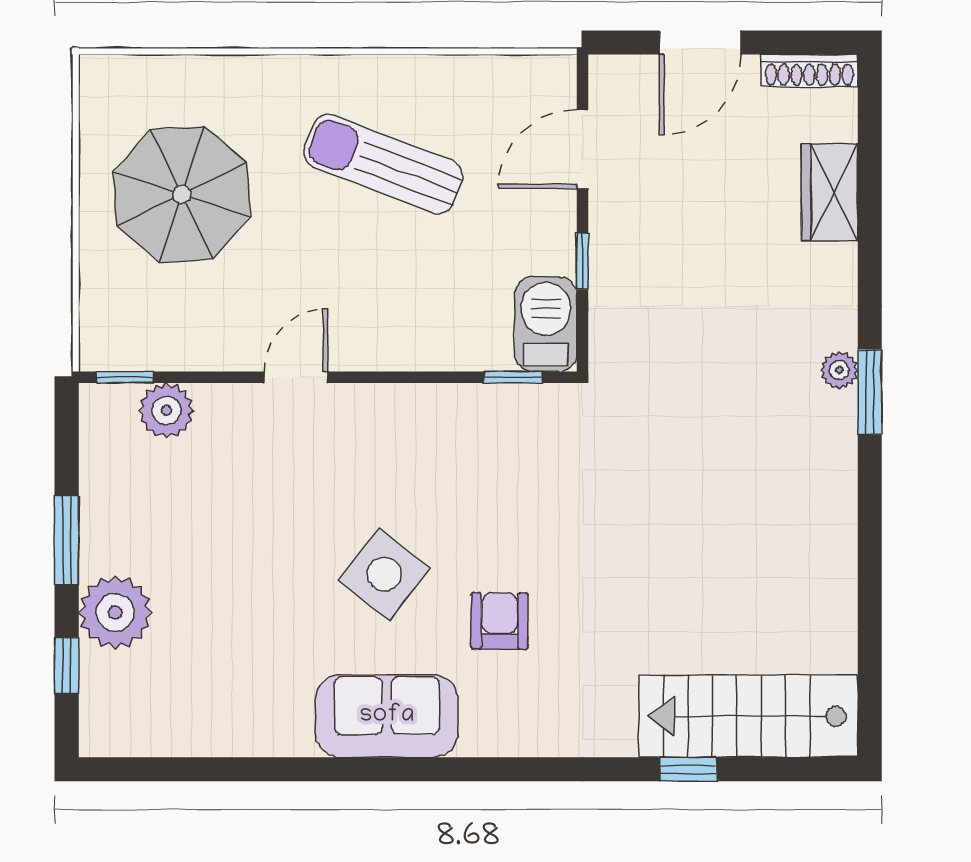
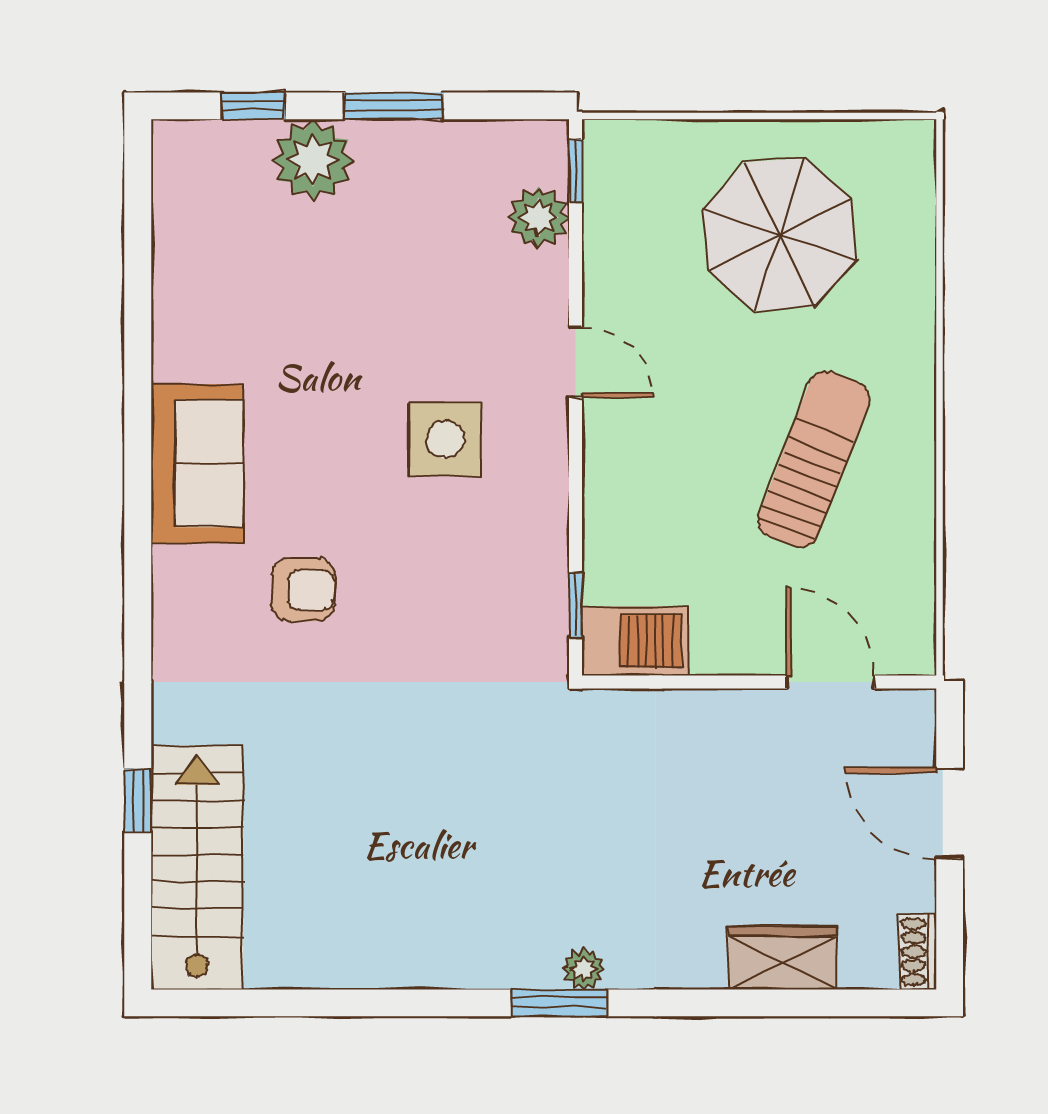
shoe rack: (809, 71) -> (918, 952), width x0.70
window: (582, 261) -> (705, 682), removed
side table: (384, 574) -> (445, 439), moved, turned -38

